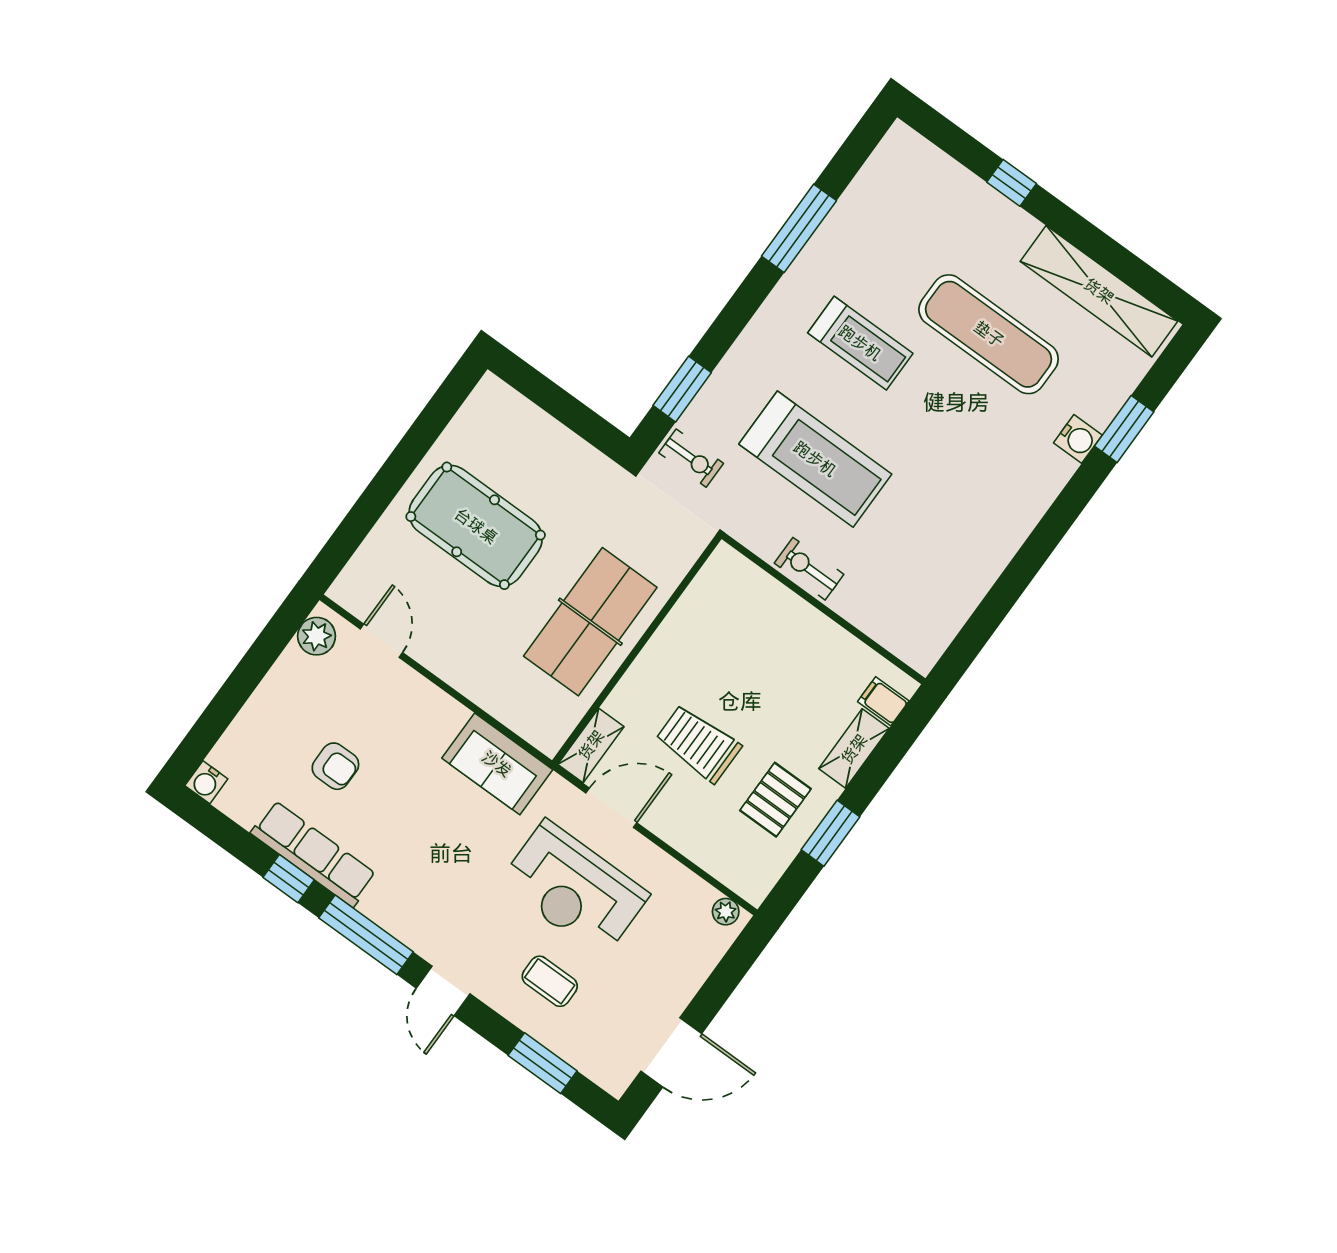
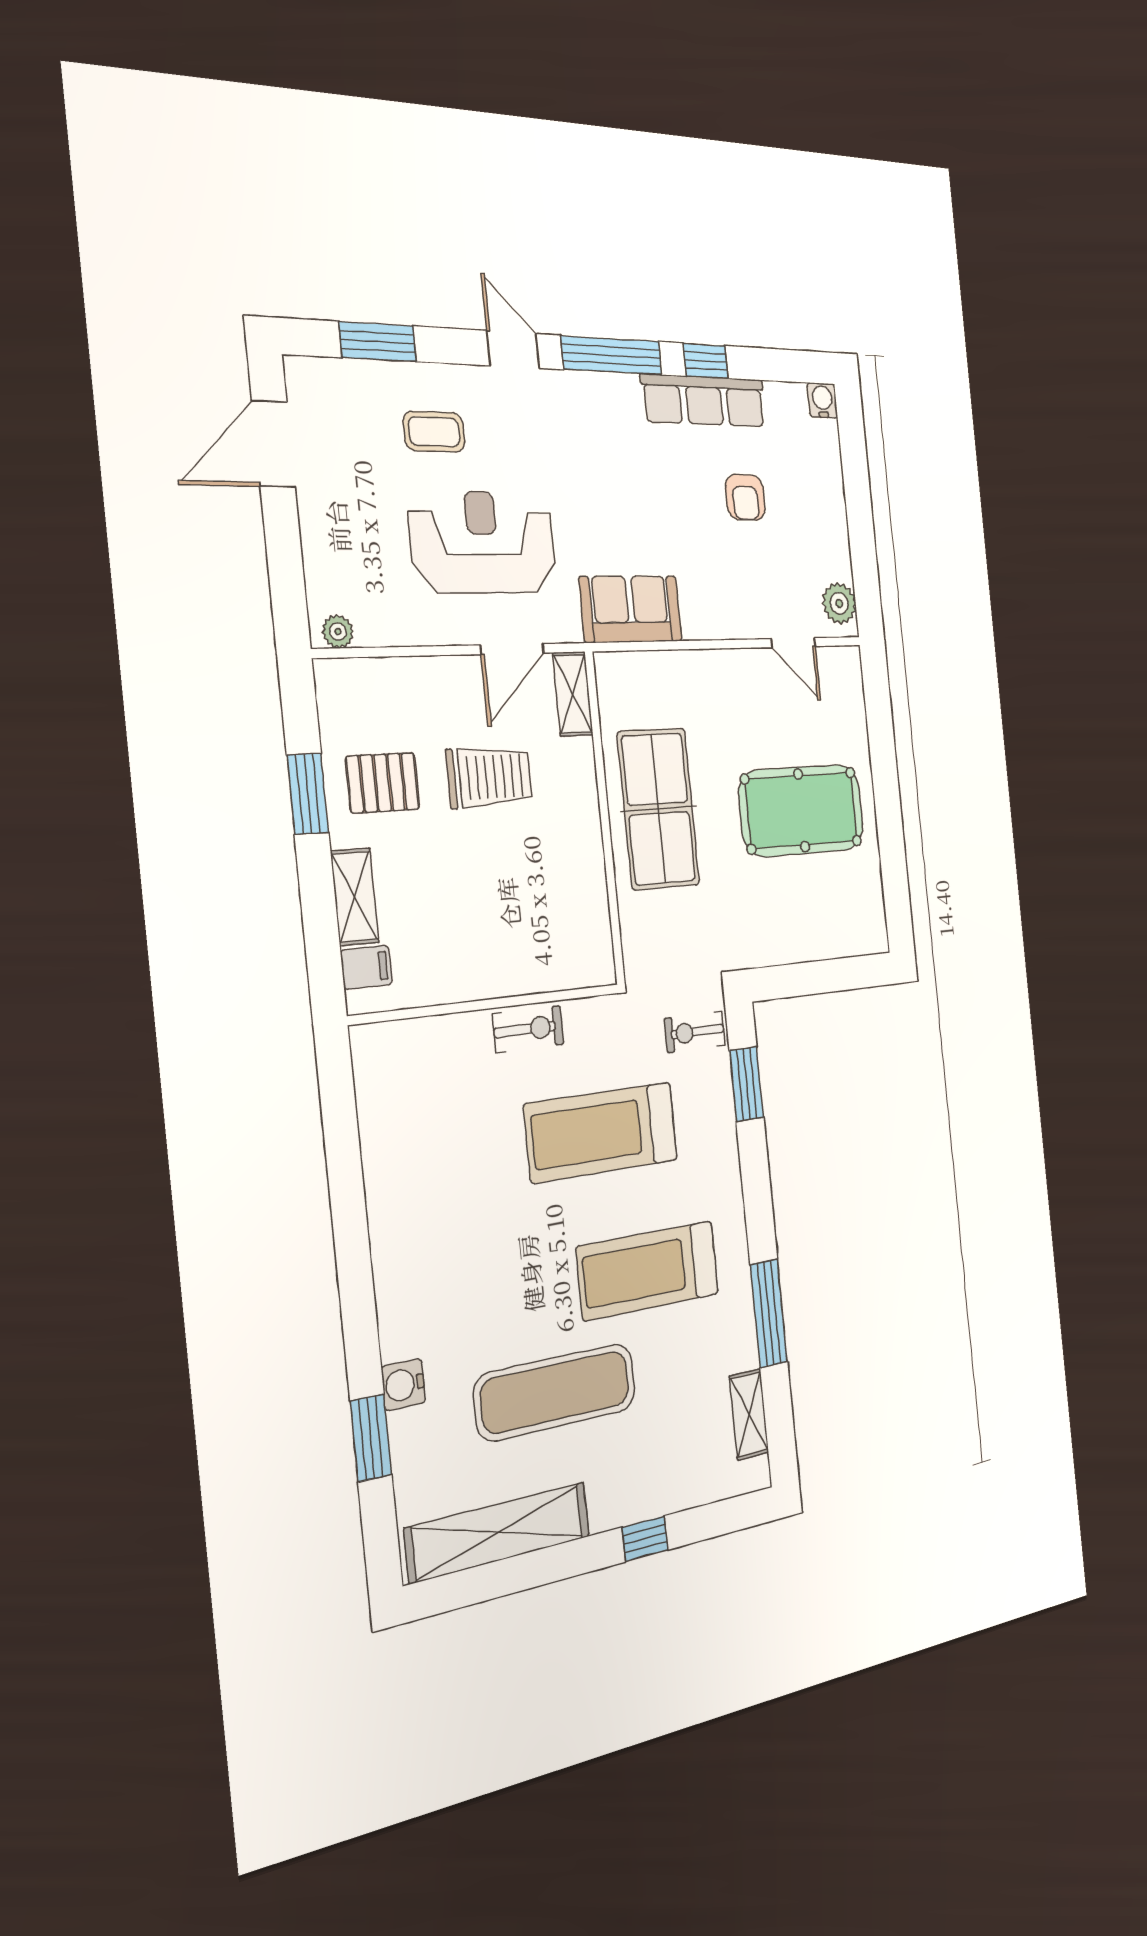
shelving: (871, 180) -> (749, 1414), added
treadmill: (860, 343) -> (648, 1270), width x1.37, depth x1.38
armchair: (335, 766) -> (745, 497), turned -90
pallet: (775, 800) -> (383, 783), turned 90

